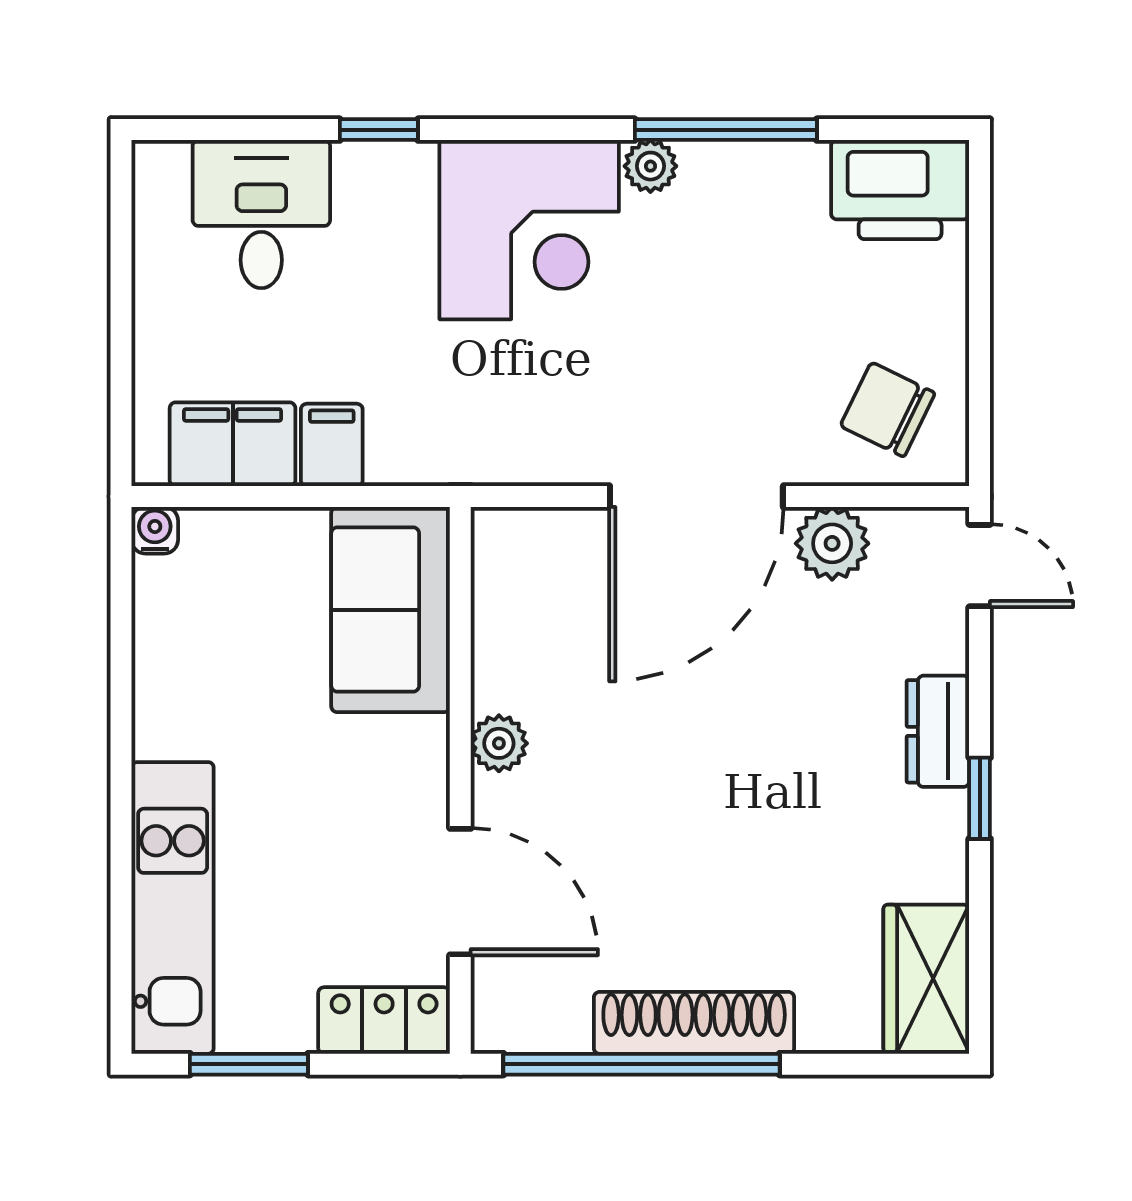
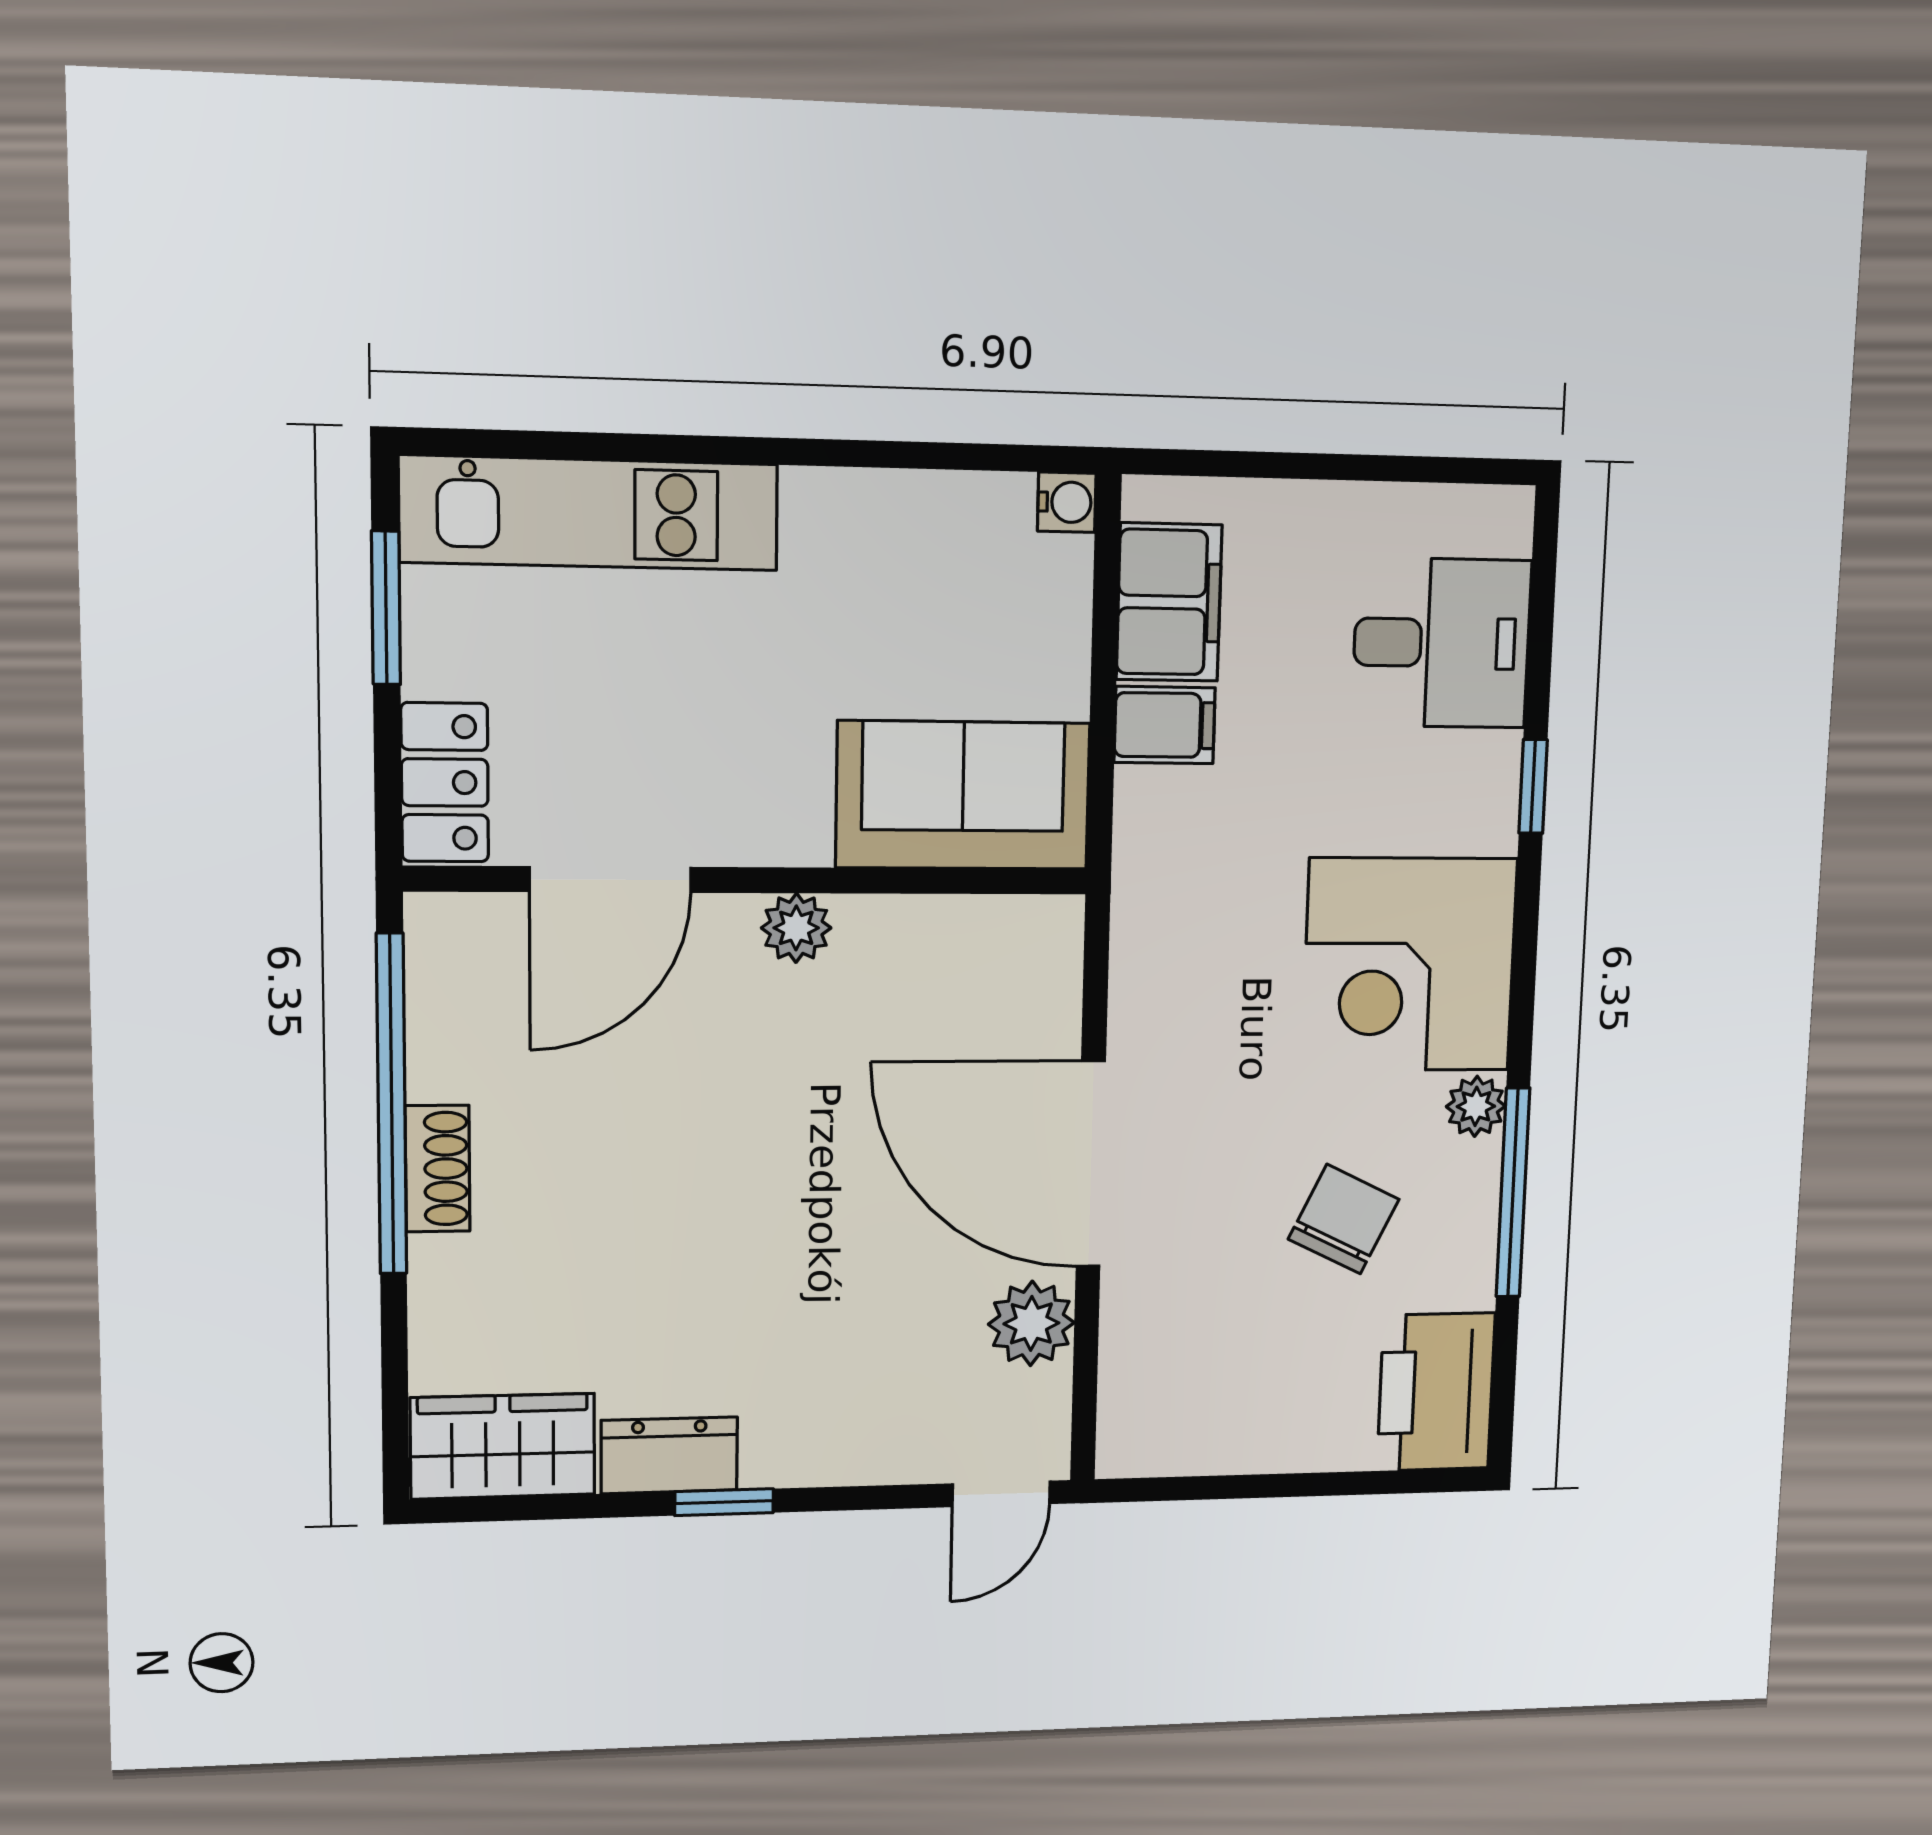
chair: (888, 409) -> (1344, 1219), moved
dresser: (938, 731) -> (669, 1455), moved
shoe rack: (694, 1023) -> (438, 1169), width x0.51, depth x0.81

